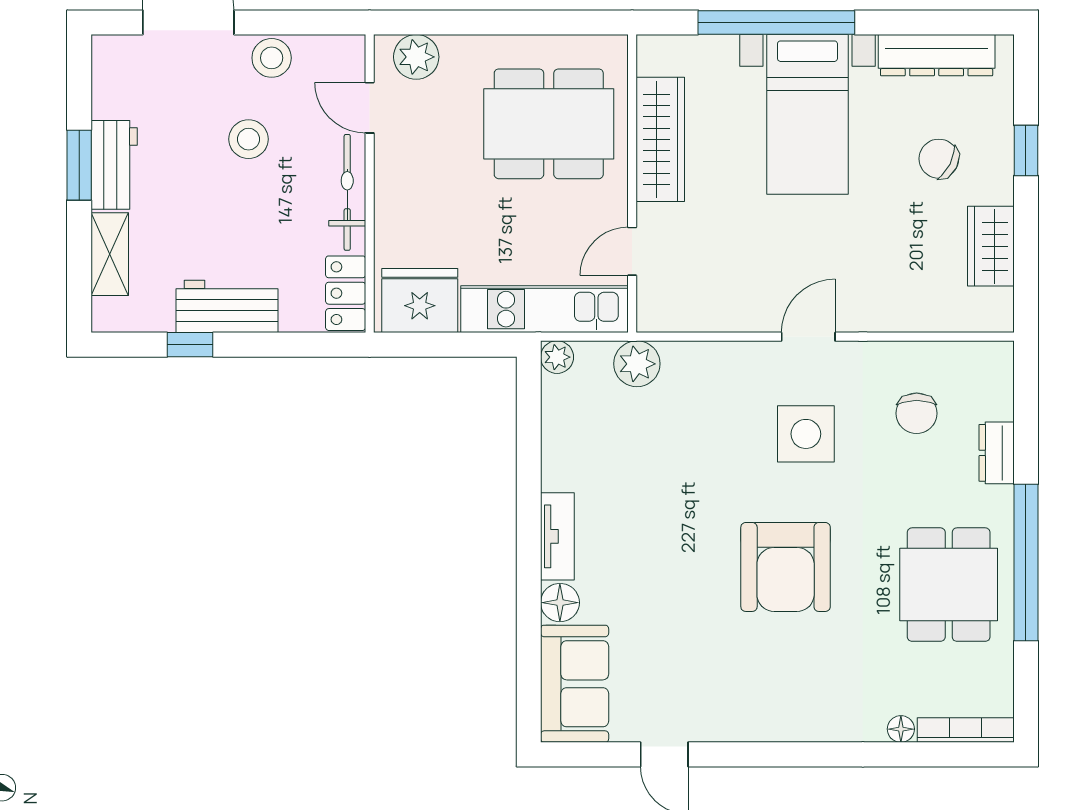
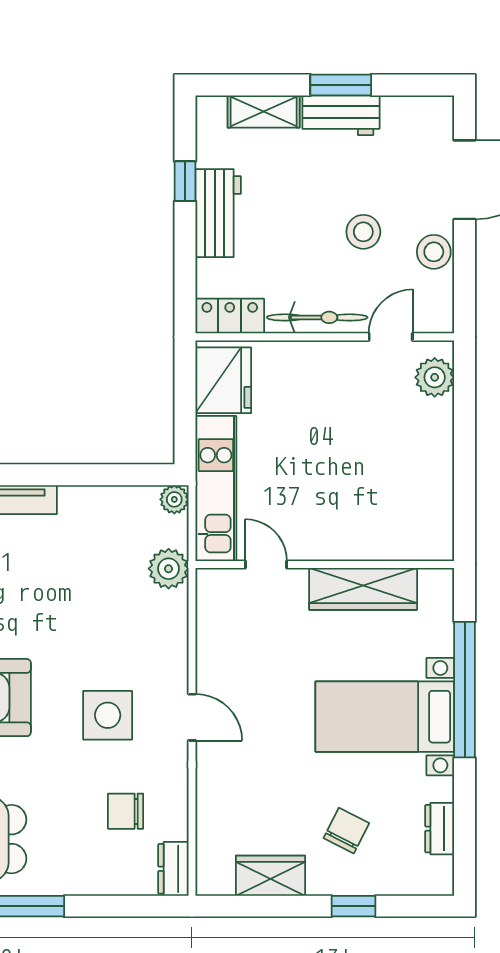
dresser: (937, 55) -> (440, 829), width x0.51, depth x0.80
dining table: (549, 124) -> (377, 492), removed
dresser: (997, 453) -> (173, 869), moved, turned -90

